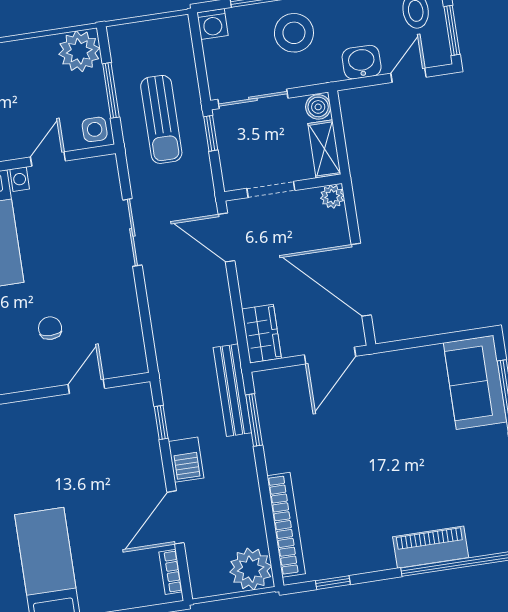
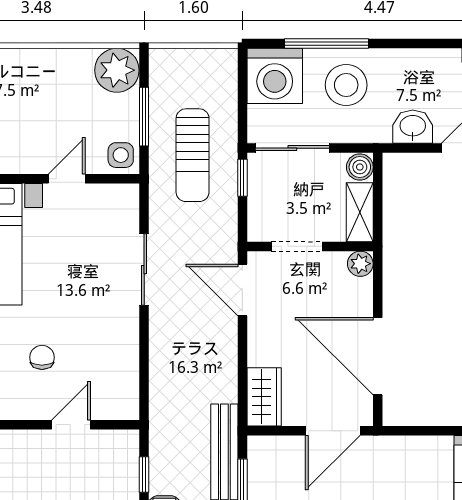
washing machine: (212, 24) -> (275, 76), width x1.89, depth x1.89

